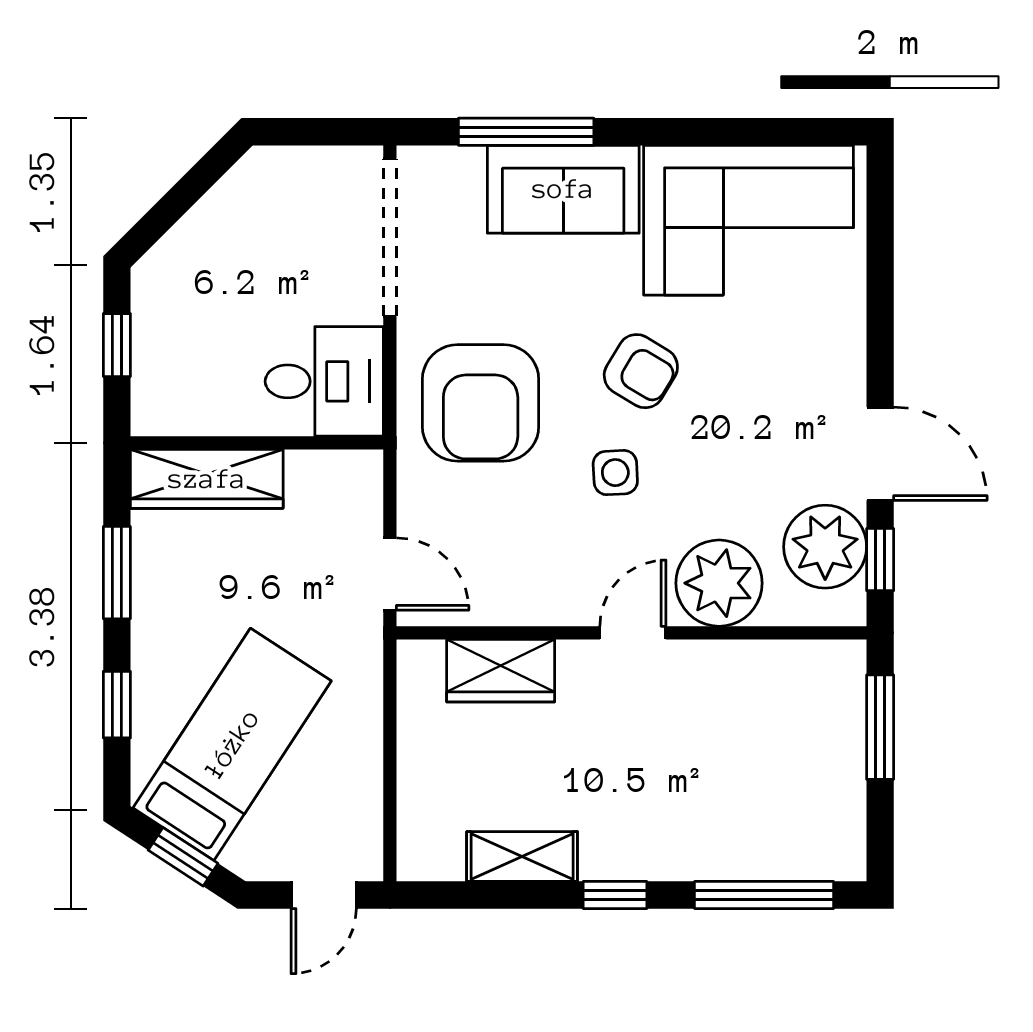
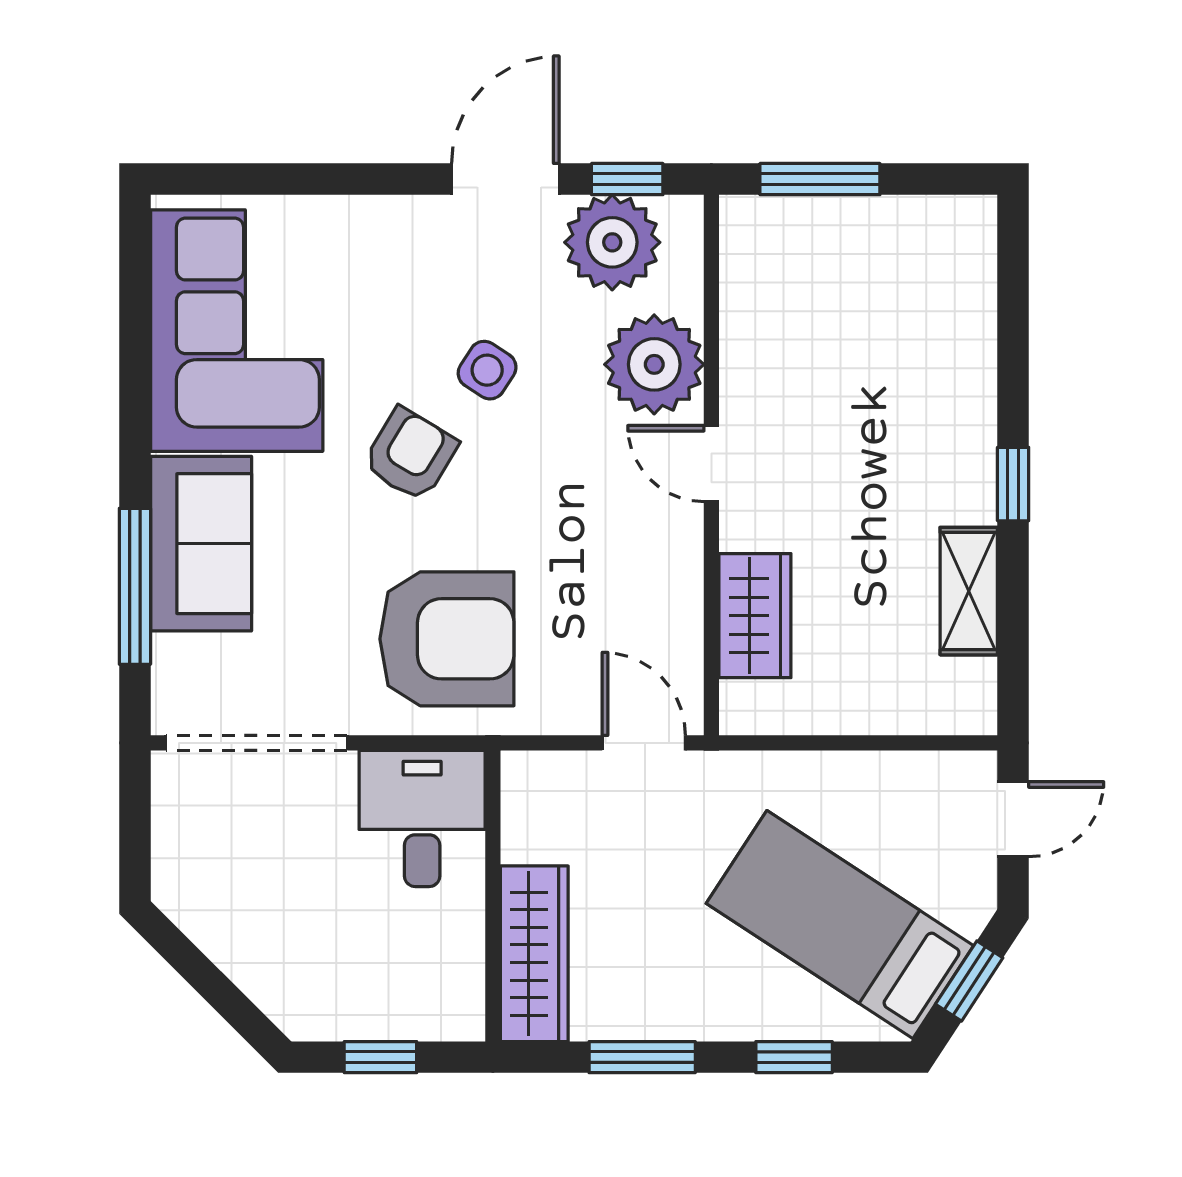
side table: (615, 473) -> (487, 370), moved, turned 36
door: (390, 574) -> (644, 743), hinge flipped
door: (324, 895) -> (1013, 819), hinge flipped
window: (764, 895) -> (1013, 313), removed

